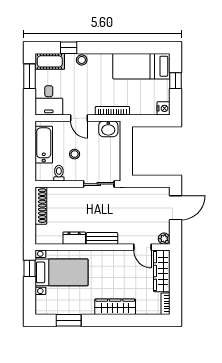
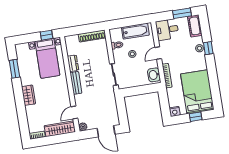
window: (69, 48) -> (208, 48), moved
bed: (141, 66) -> (197, 92), width x1.50
wardrobe: (115, 307) -> (28, 95), width x0.67

